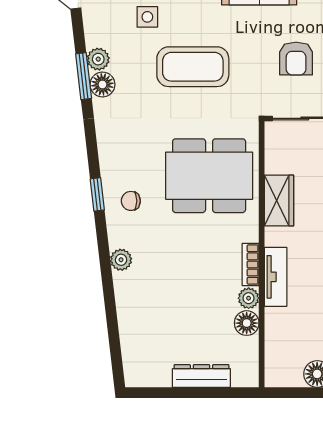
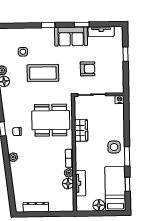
armchair: (296, 58) -> (88, 69), turned -90
tv unit: (276, 277) -> (81, 183), moved
dresser: (201, 376) -> (36, 207), moved

